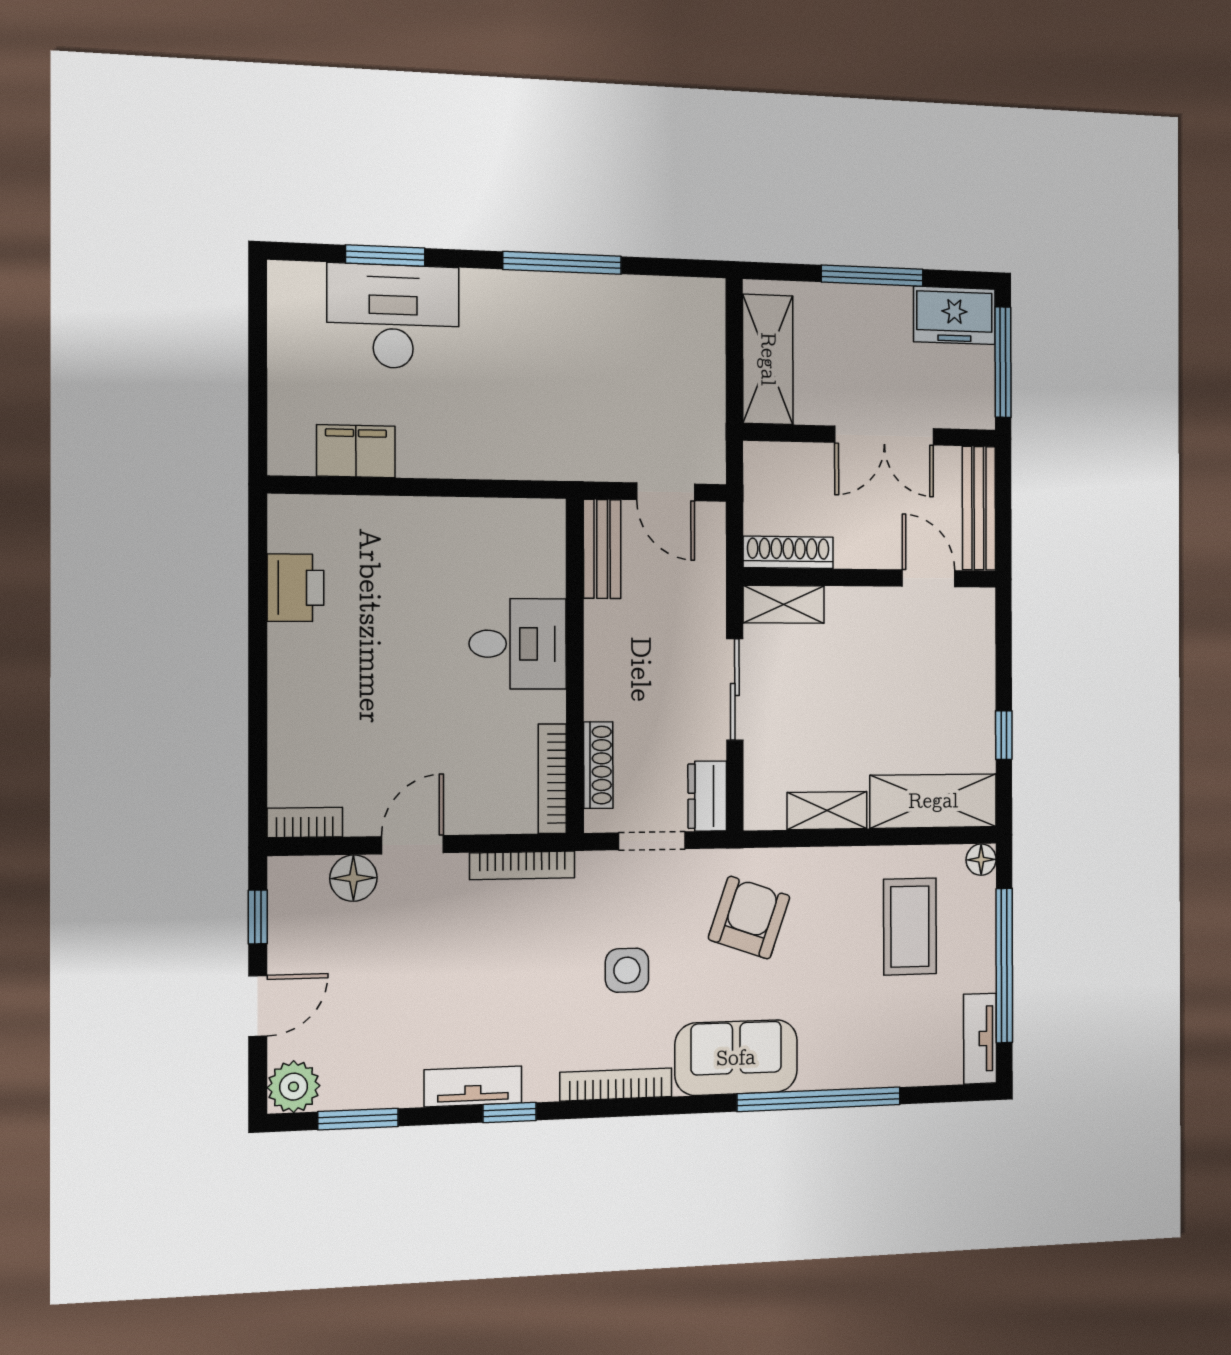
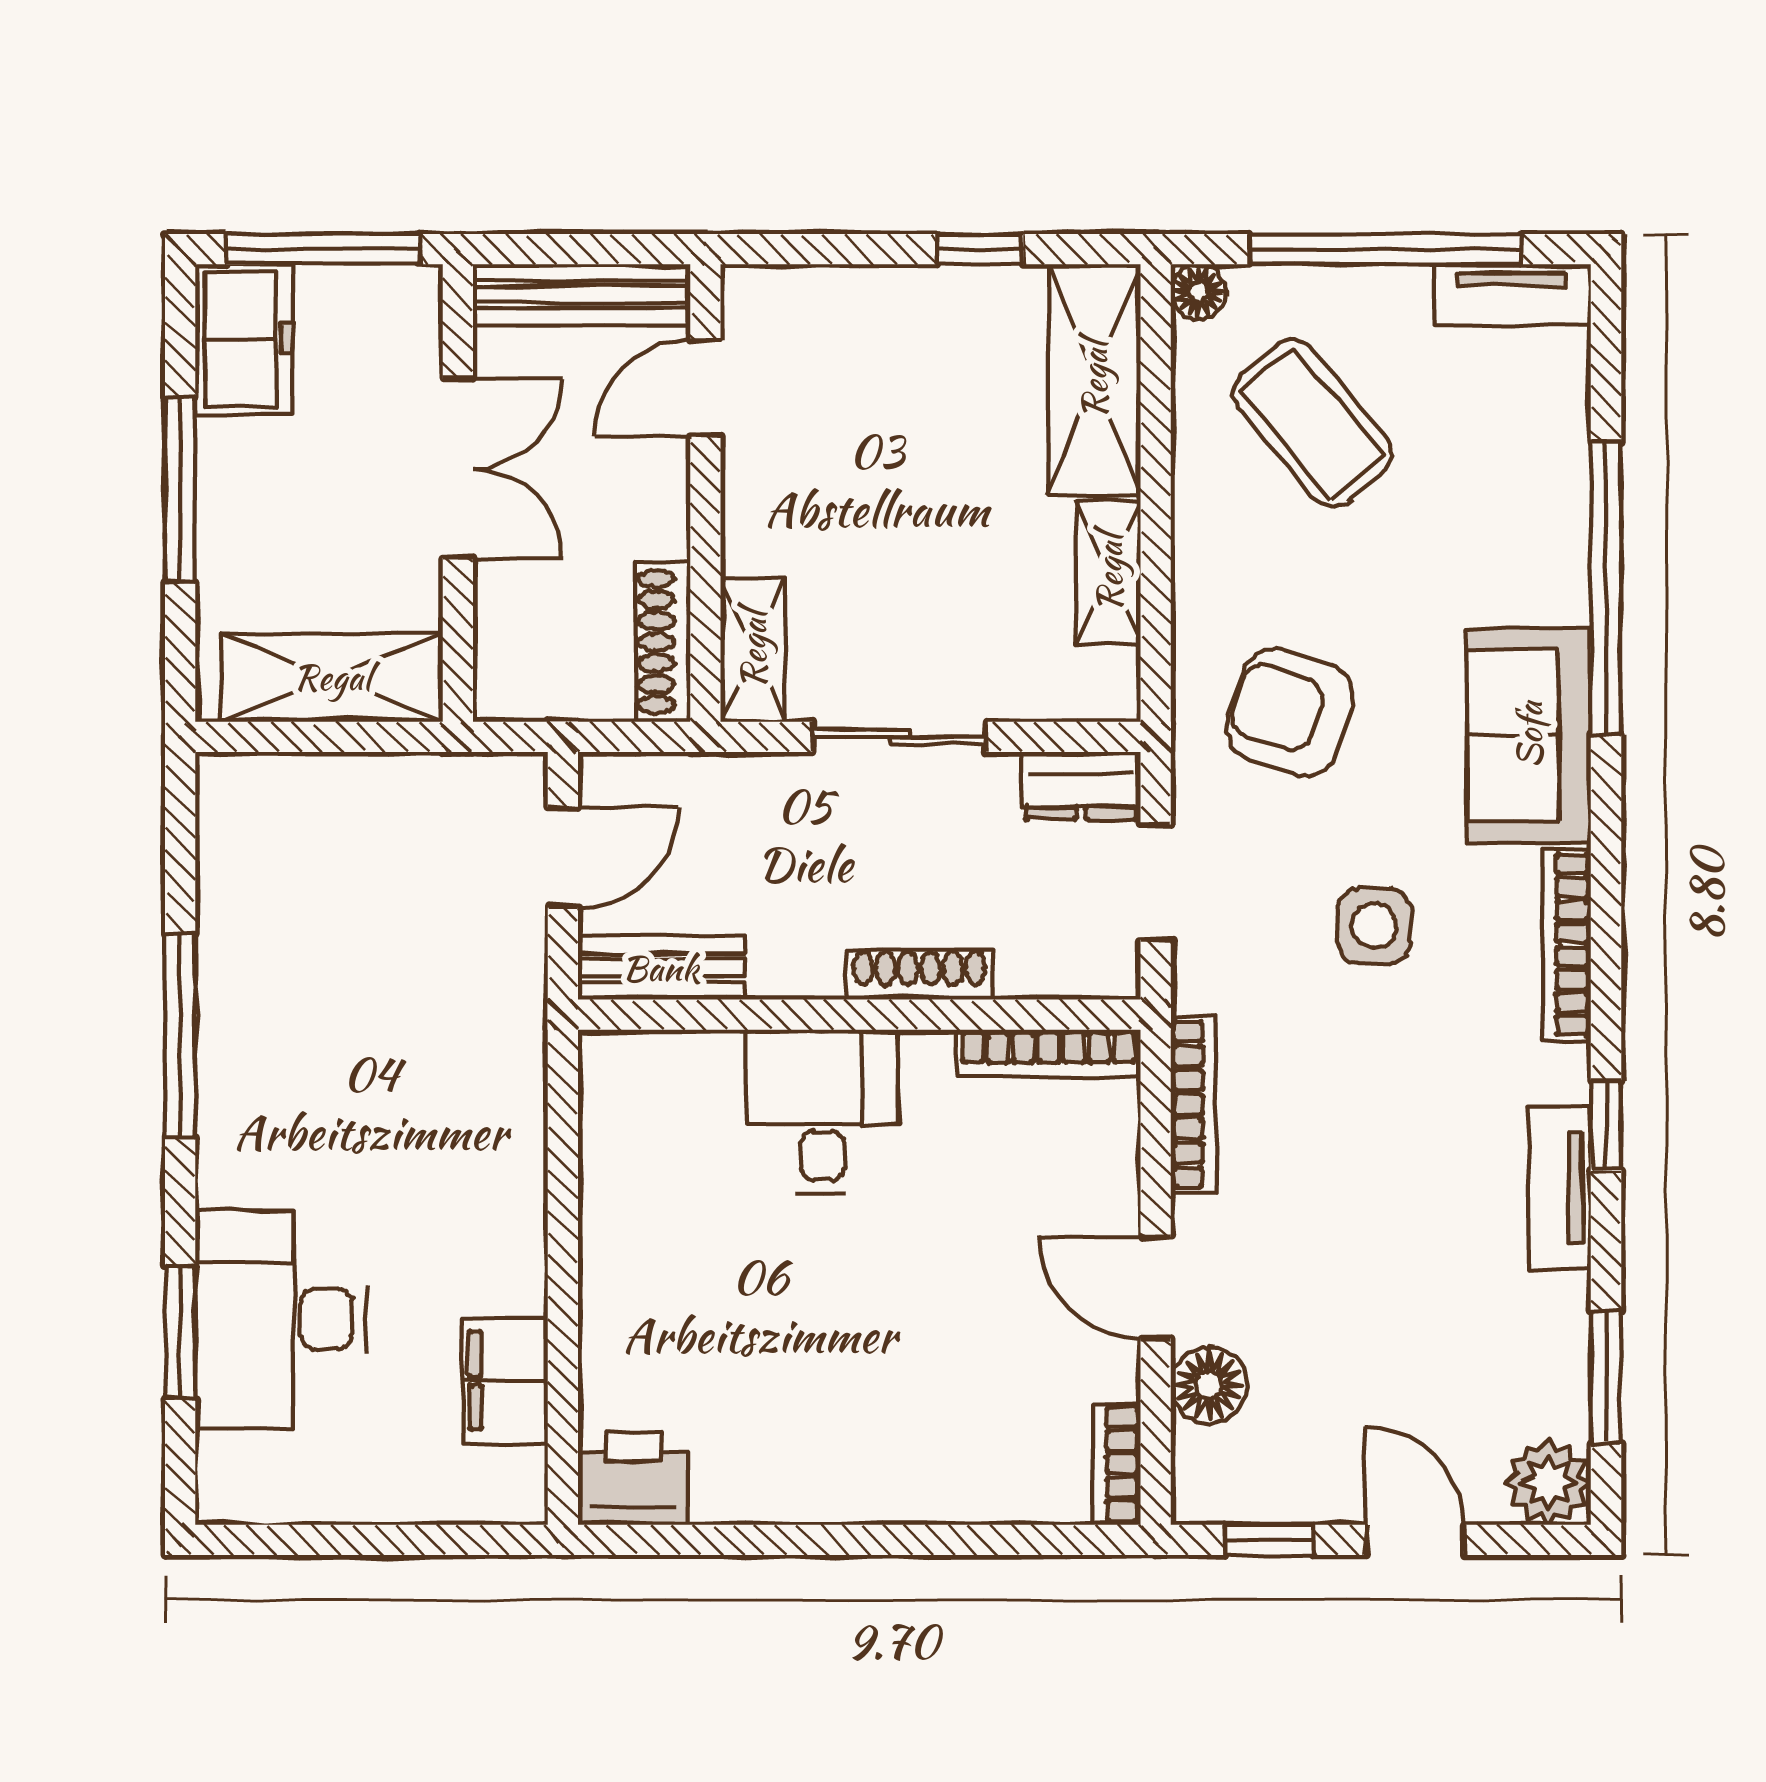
printer: (295, 588) -> (633, 1479), moved
shoe rack: (598, 765) -> (919, 975), moved
coffee table: (910, 926) -> (1312, 423), turned 50

